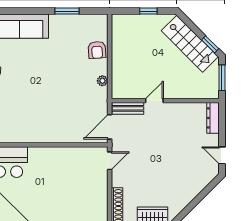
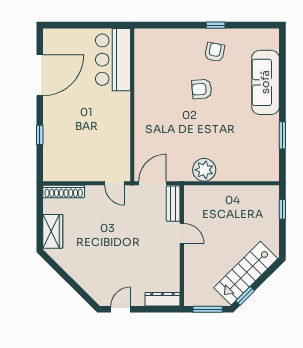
window: (148, 11) -> (282, 209), moved
armchair: (97, 50) -> (202, 89), moved
plant: (102, 81) -> (204, 170), width x1.88, depth x1.88
door: (110, 127) -> (152, 183), hinge flipped

